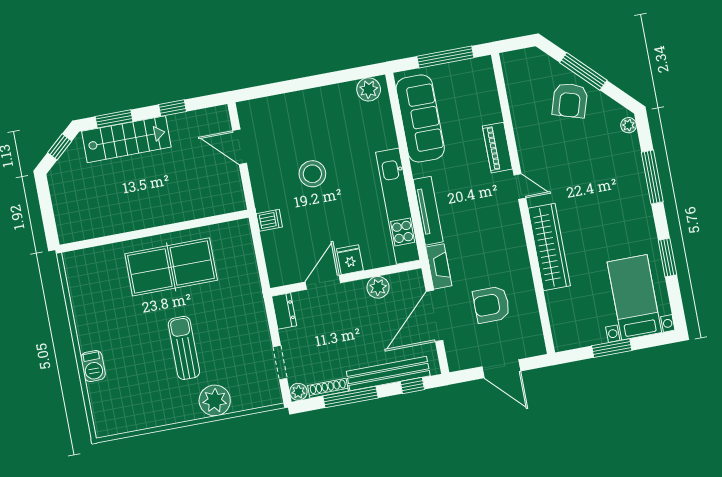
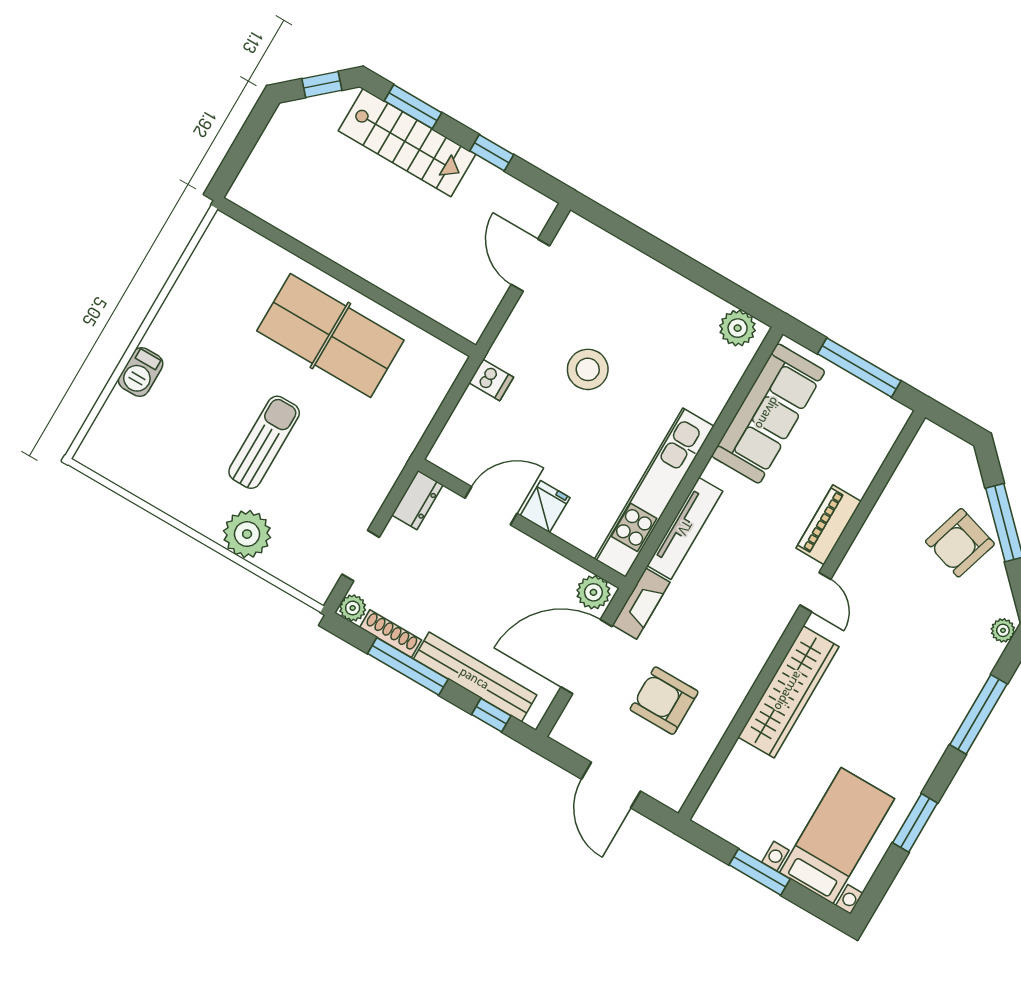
plant: (378, 287) -> (593, 592), moved

